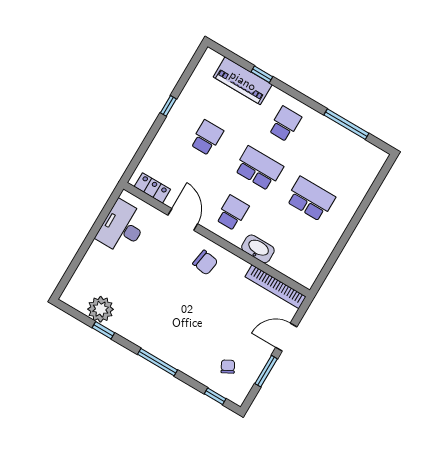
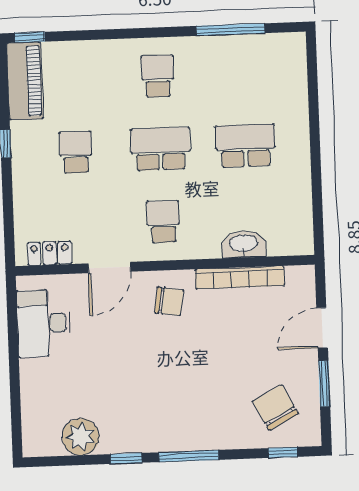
window: (262, 74) -> (30, 37), moved
piano: (243, 81) -> (25, 81), moved, turned -90
door: (183, 219) -> (110, 268), swing flipped
washbasin: (258, 249) -> (244, 244), moved
bookcase: (276, 287) -> (240, 277), moved
window: (103, 330) -> (126, 458), moved
chair: (228, 367) -> (275, 407), width x1.87, depth x1.87

